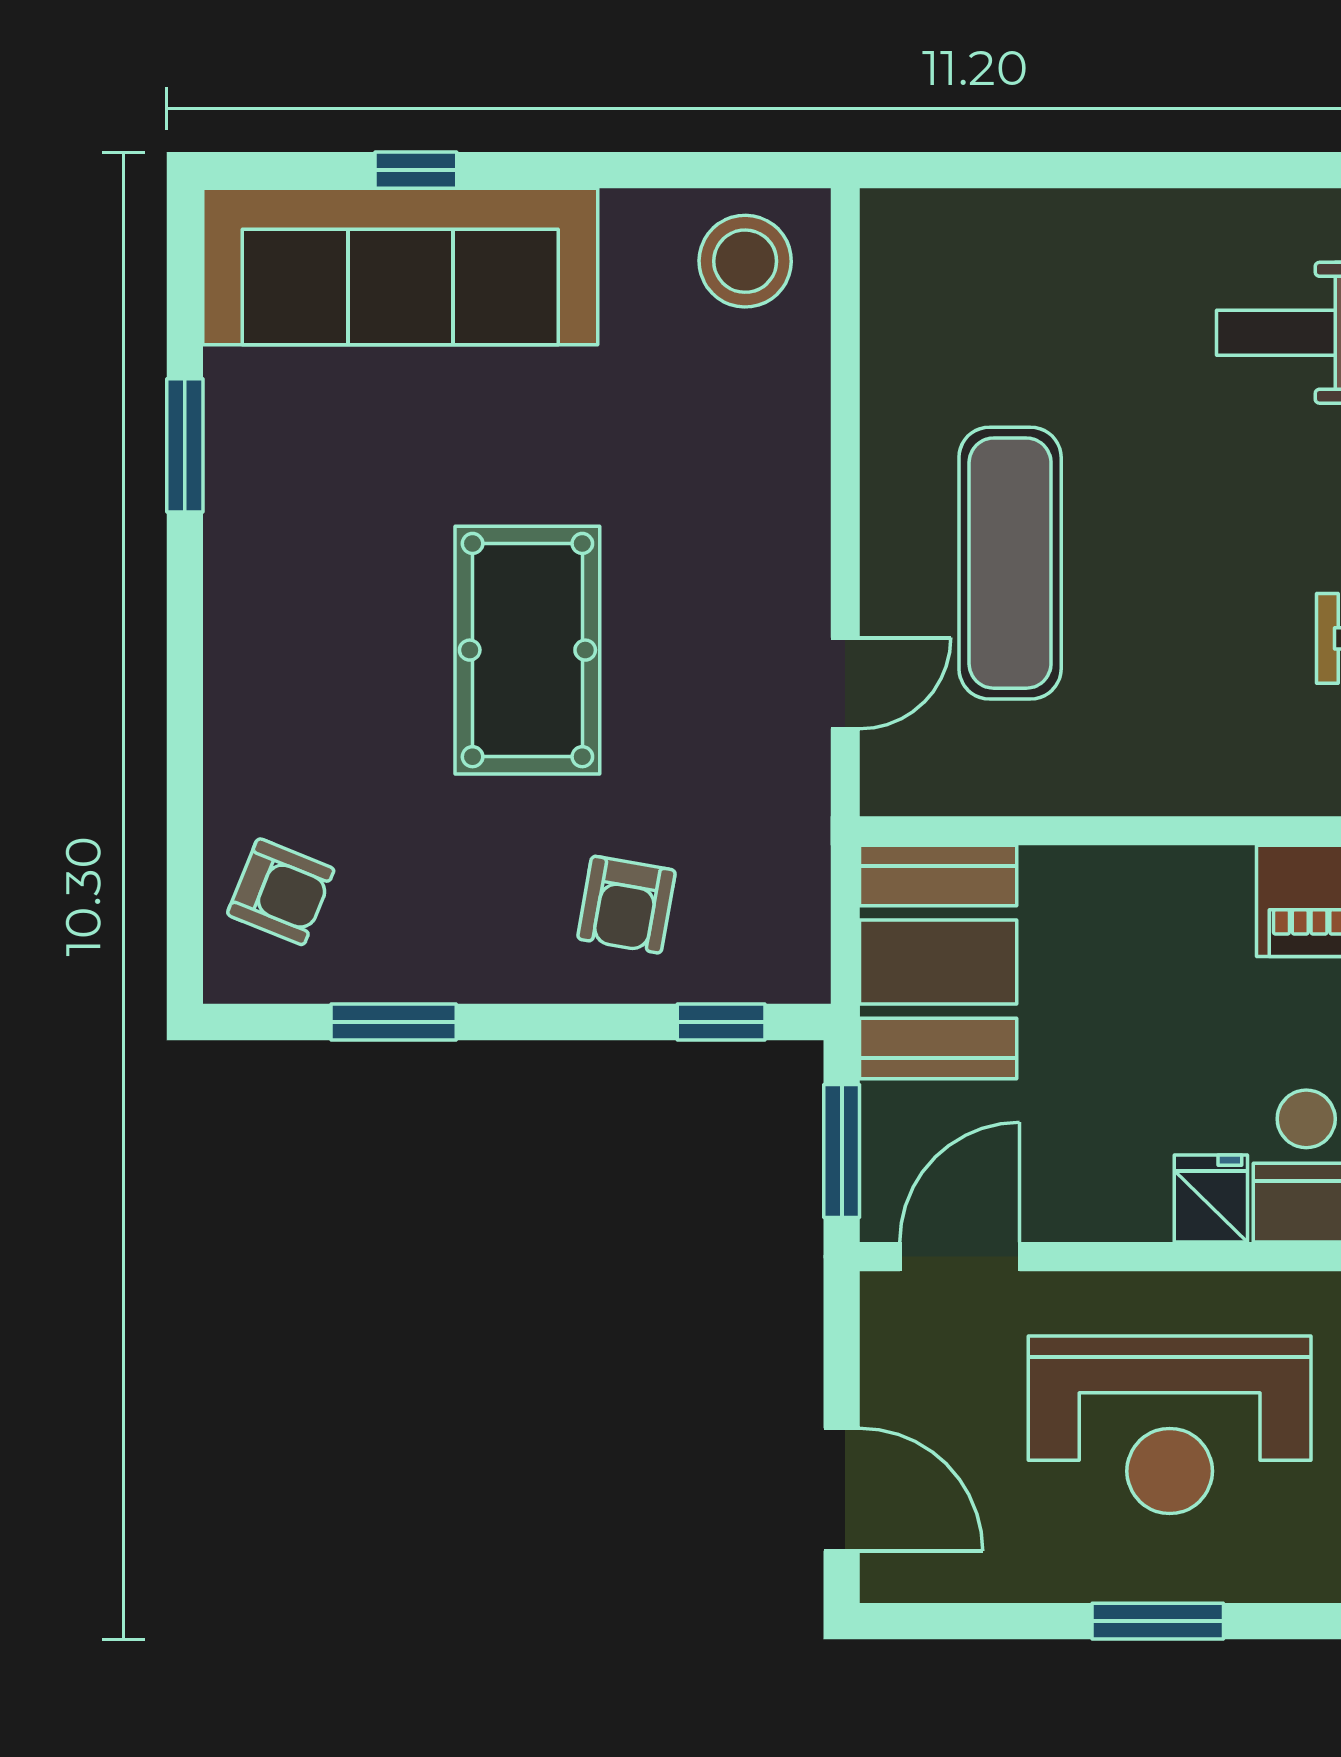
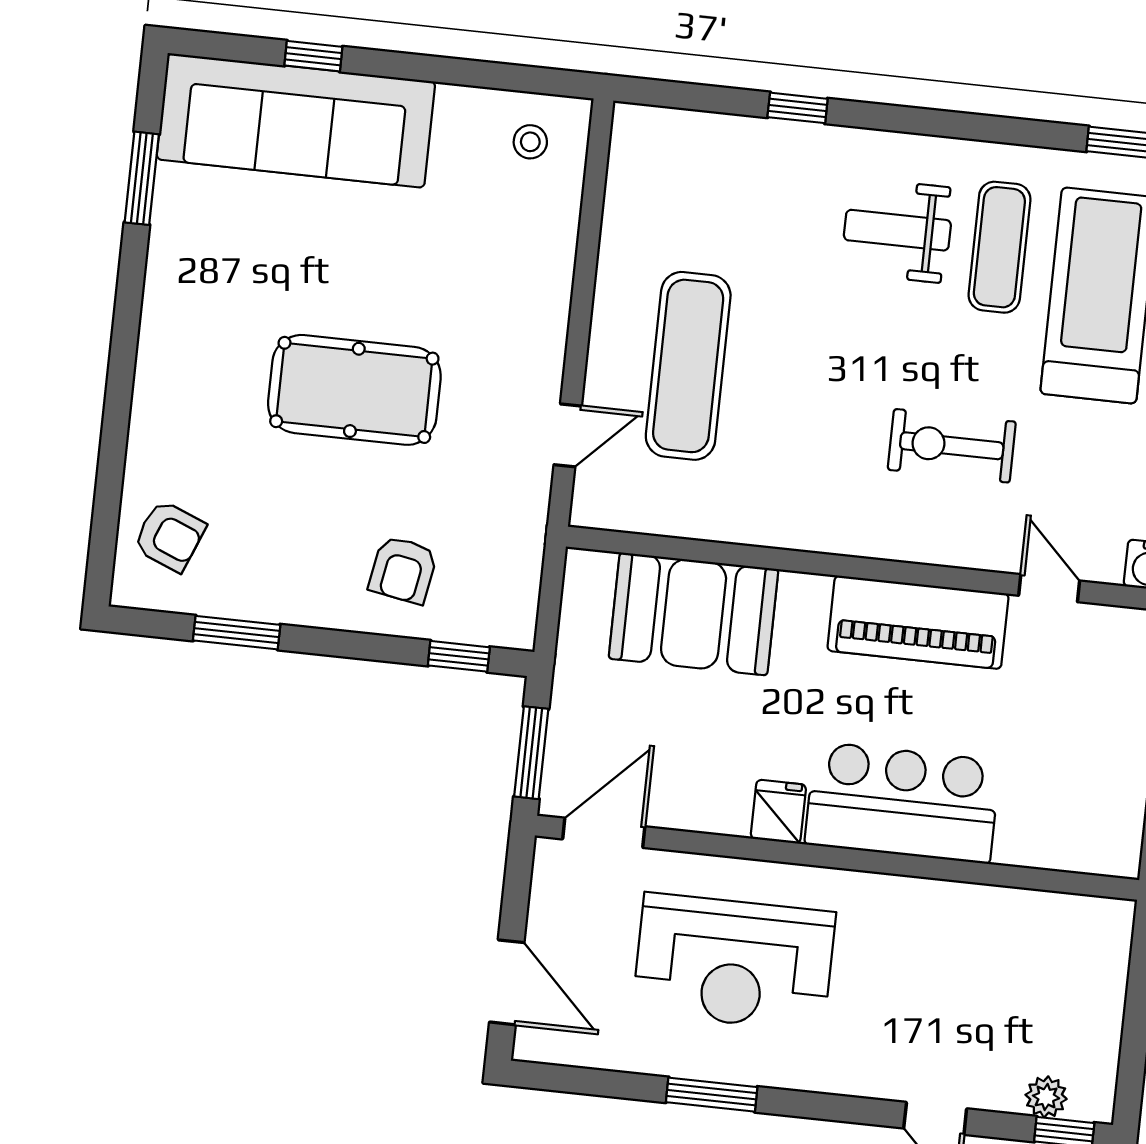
window: (1129, 170) -> (798, 108), added
stool: (745, 261) -> (530, 142), width x0.53, depth x0.53
window: (185, 445) -> (142, 178), moved
pool table: (527, 650) -> (354, 390), turned 90
booth: (938, 962) -> (694, 614), moved, turned 90

